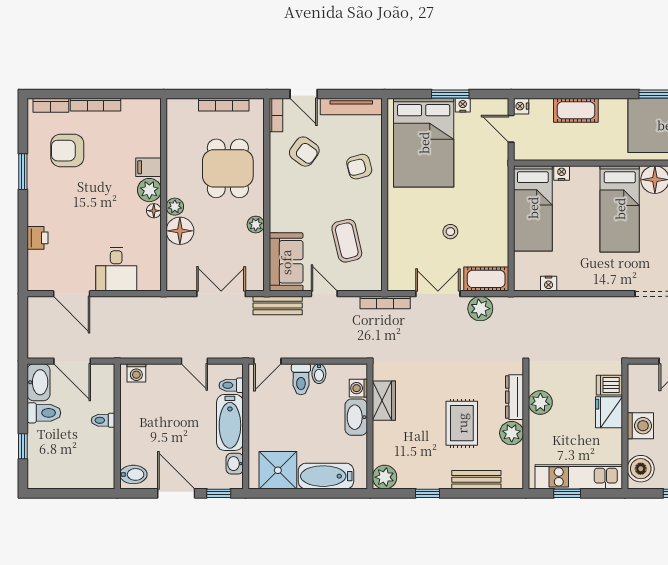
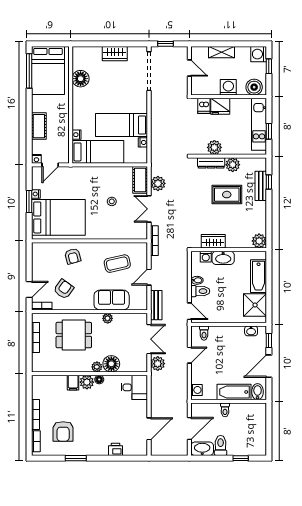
tv unit: (351, 107) -> (37, 261), removed
bed: (620, 209) -> (122, 125), moved, turned 180
sofa: (286, 262) -> (112, 300), moved
desk: (116, 269) -> (134, 387), moved
double door: (221, 294) -> (149, 339), swing flipped
plant: (180, 308) -> (158, 364), added
bathtub: (230, 422) -> (234, 392), moved, turned 180
window: (428, 493) -> (269, 182), moved

